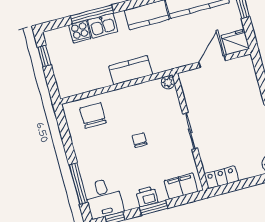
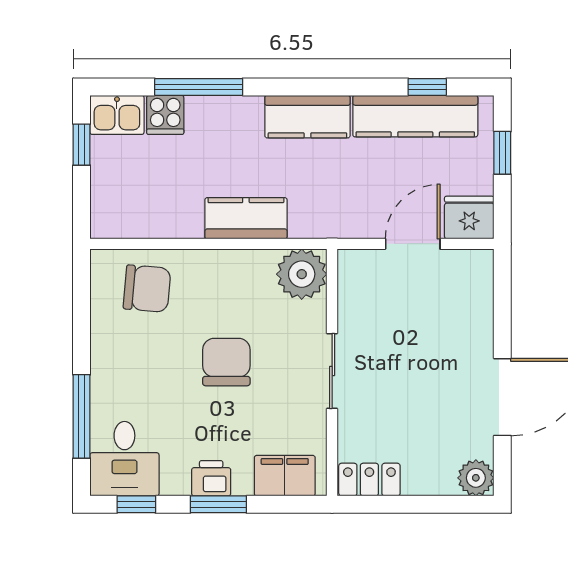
kitchen sink: (103, 26) -> (117, 115), moved
plant: (168, 82) -> (302, 274), width x1.88, depth x1.88
chair: (93, 116) -> (147, 289), turned 95
chair: (139, 140) -> (226, 362), width x1.87, depth x1.87

